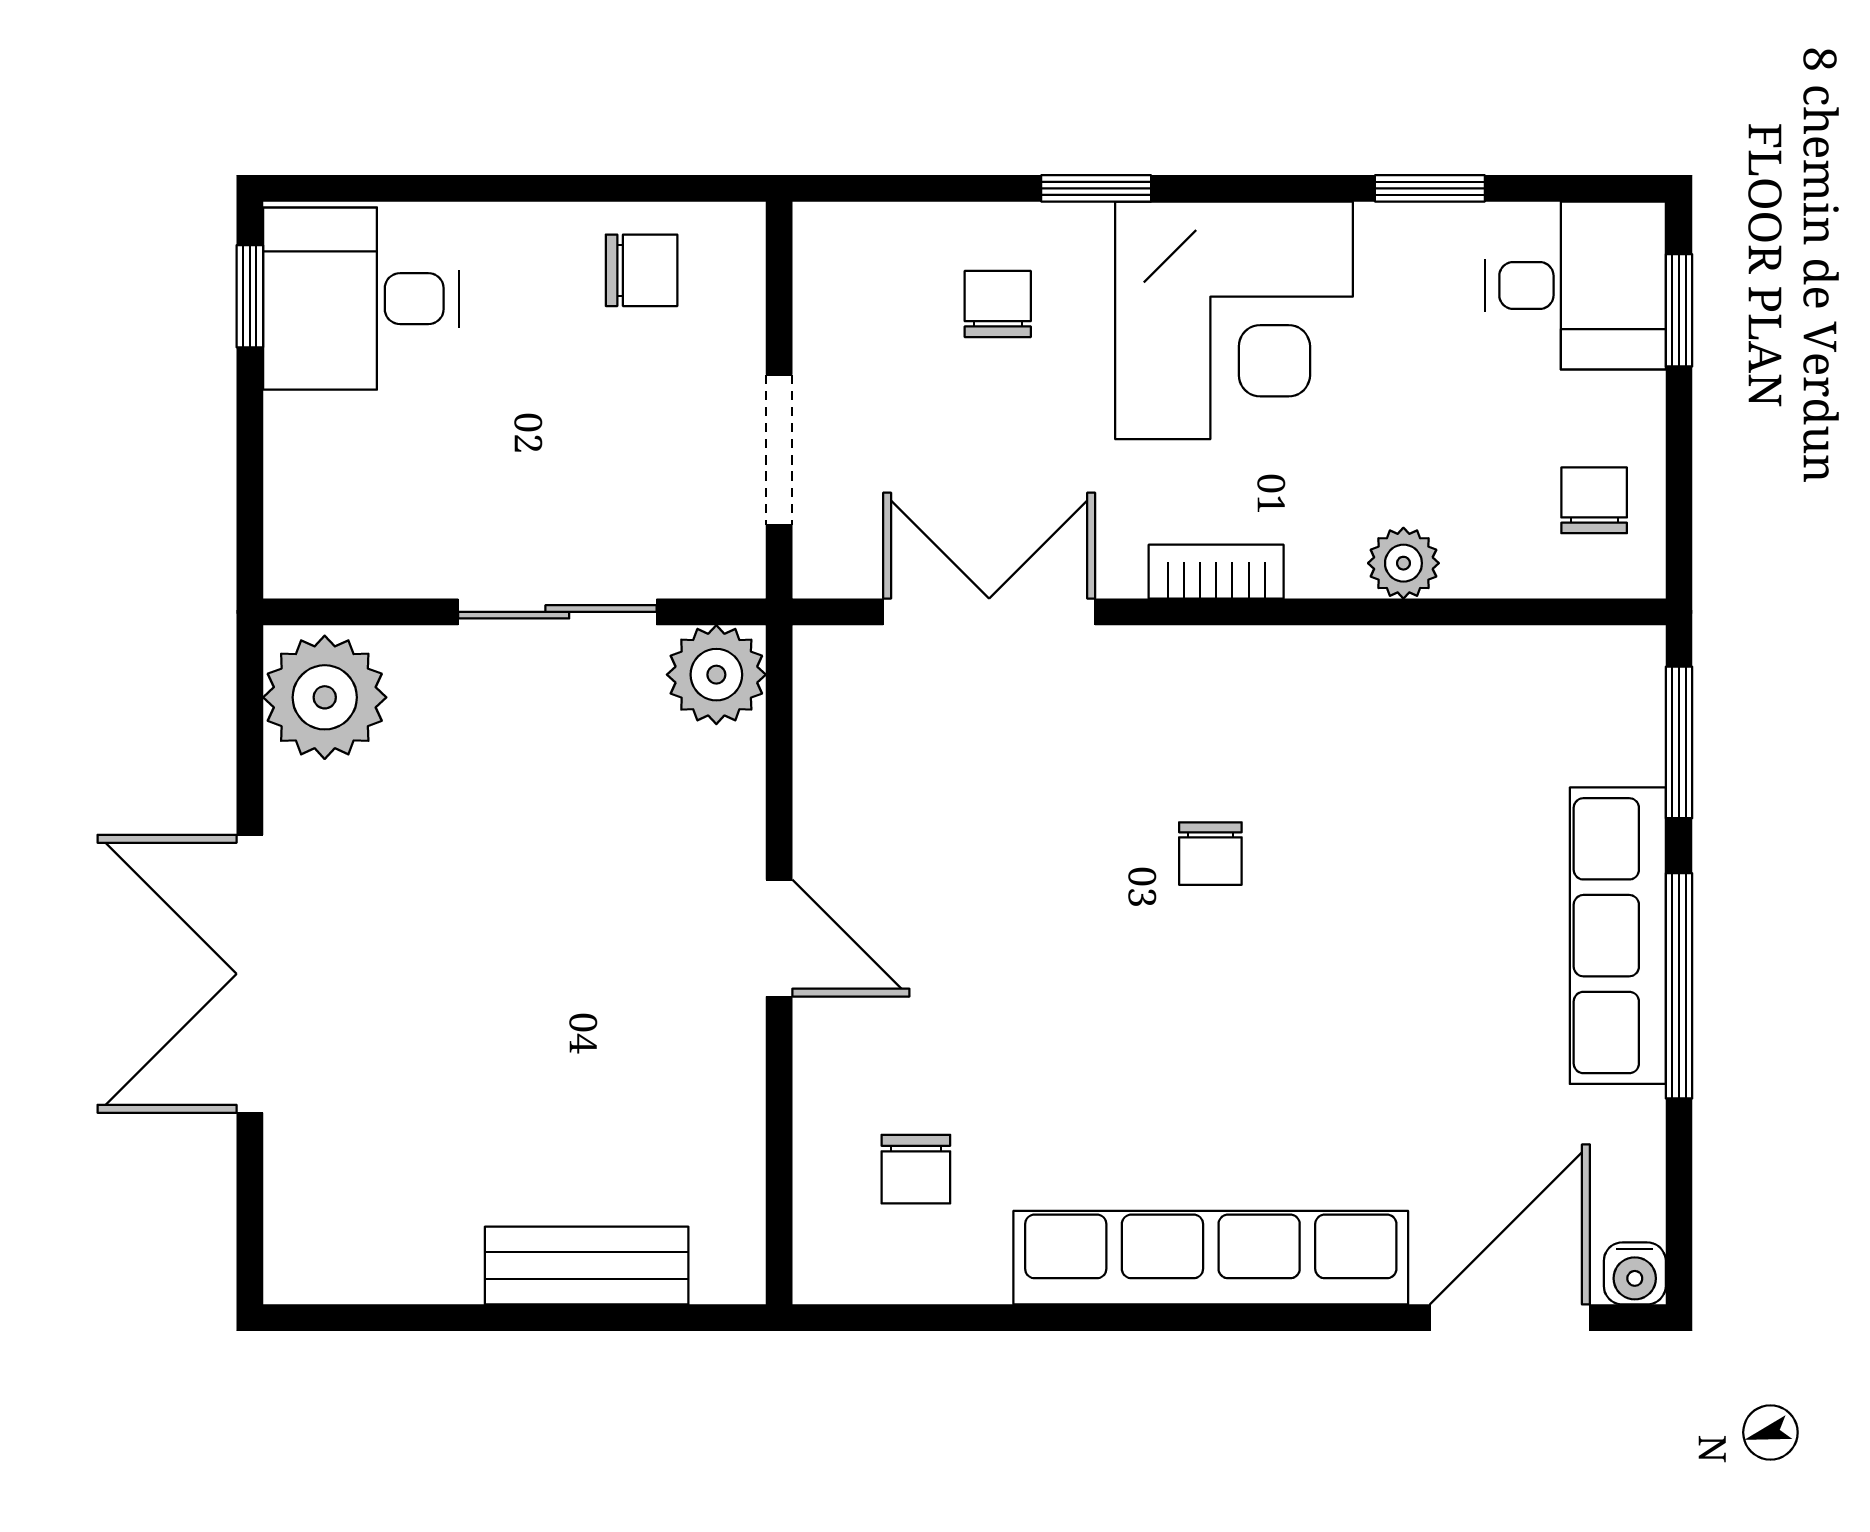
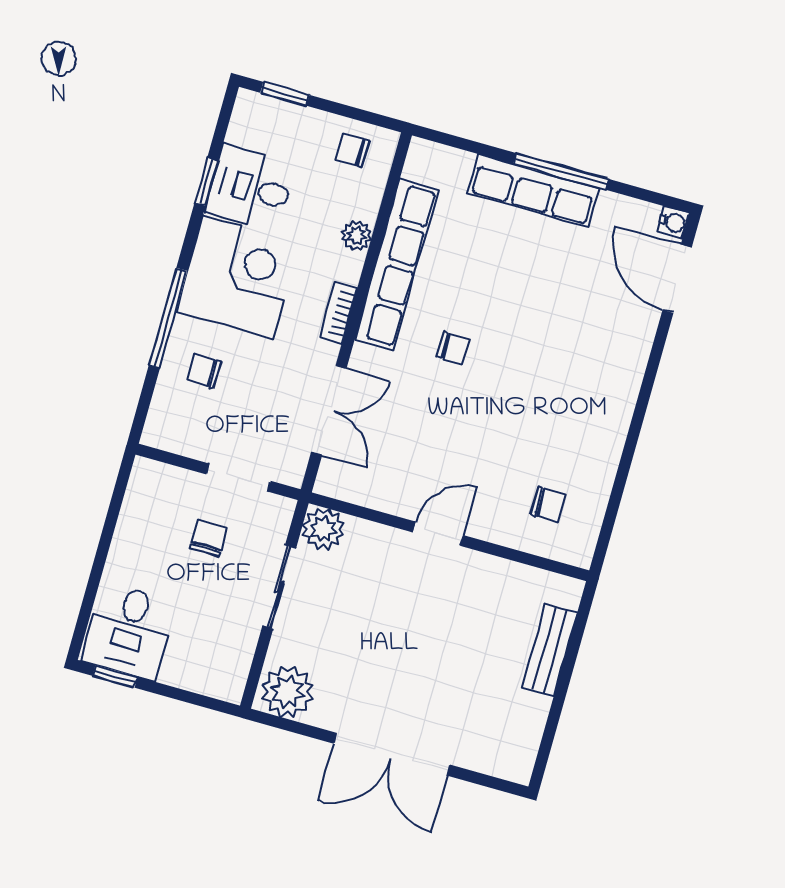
window: (1096, 188) -> (168, 318), width x2.17
chair: (642, 270) -> (208, 538), moved
desk: (1575, 286) -> (250, 188), moved, turned -90
double door: (989, 612) -> (329, 410), swing flipped
window: (1679, 742) -> (461, 143), removed
row of seats: (1211, 1258) -> (396, 264), moved, turned 180

